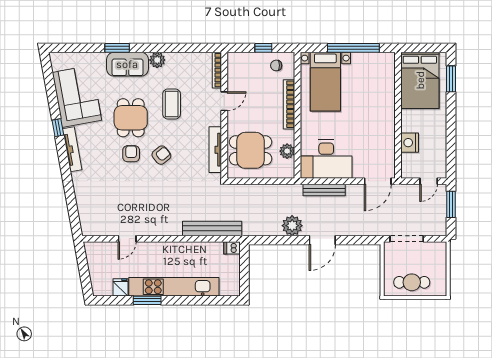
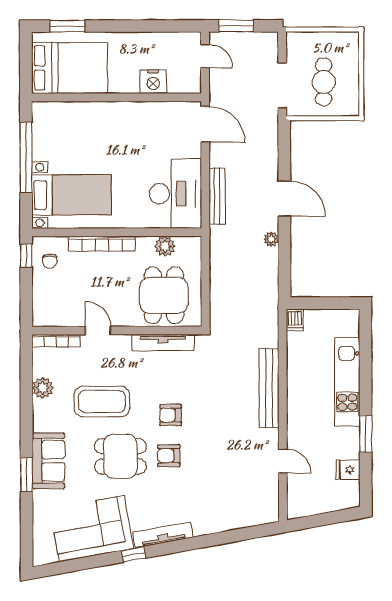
window: (263, 48) -> (26, 256), moved
plant: (157, 60) -> (43, 388), moved
coffee table: (172, 104) -> (102, 401), width x1.36, depth x1.32
armchair: (161, 155) -> (170, 415), turned -51
plant: (292, 226) -> (271, 239), width x0.53, depth x0.53
bench: (212, 228) -> (269, 388), moved
cafe table: (412, 282) -> (324, 82), moved
kitchen unit: (174, 287) -> (347, 382), width x0.73

